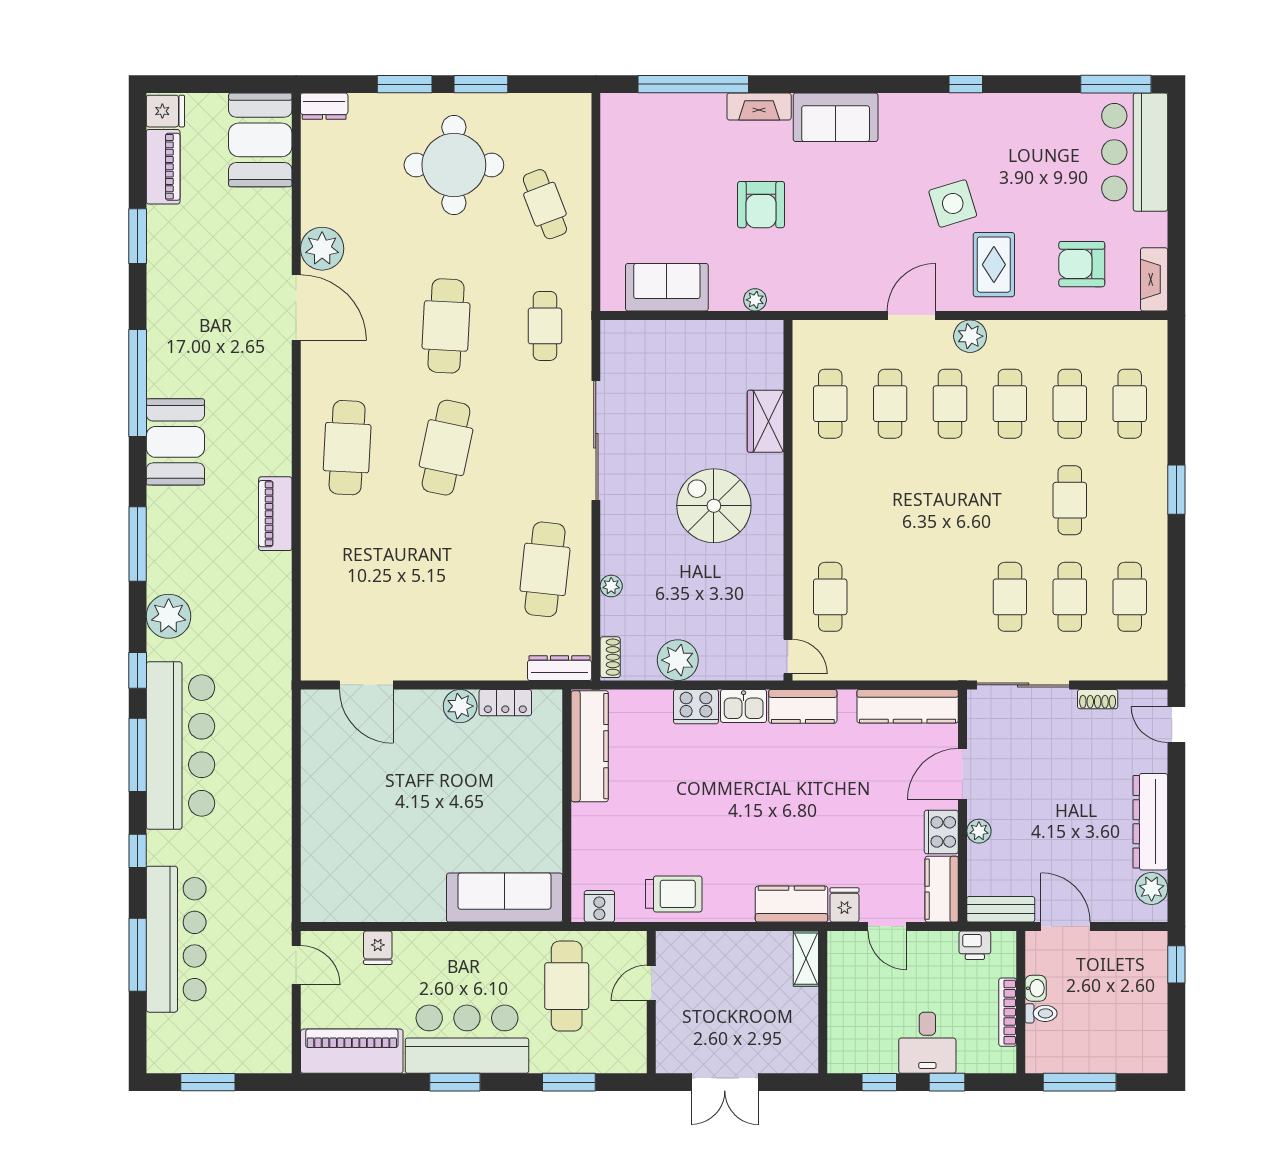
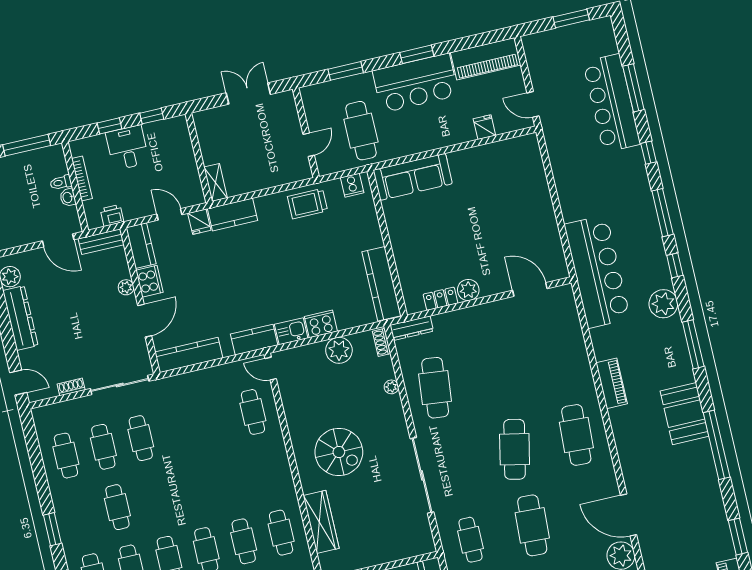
wardrobe: (766, 421) -> (321, 522), width x1.50
bar counter: (180, 745) -> (597, 272), moved, turned 180

